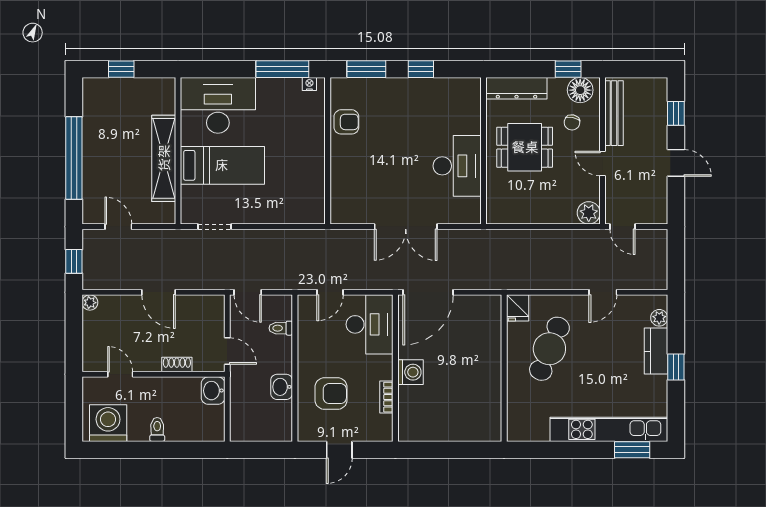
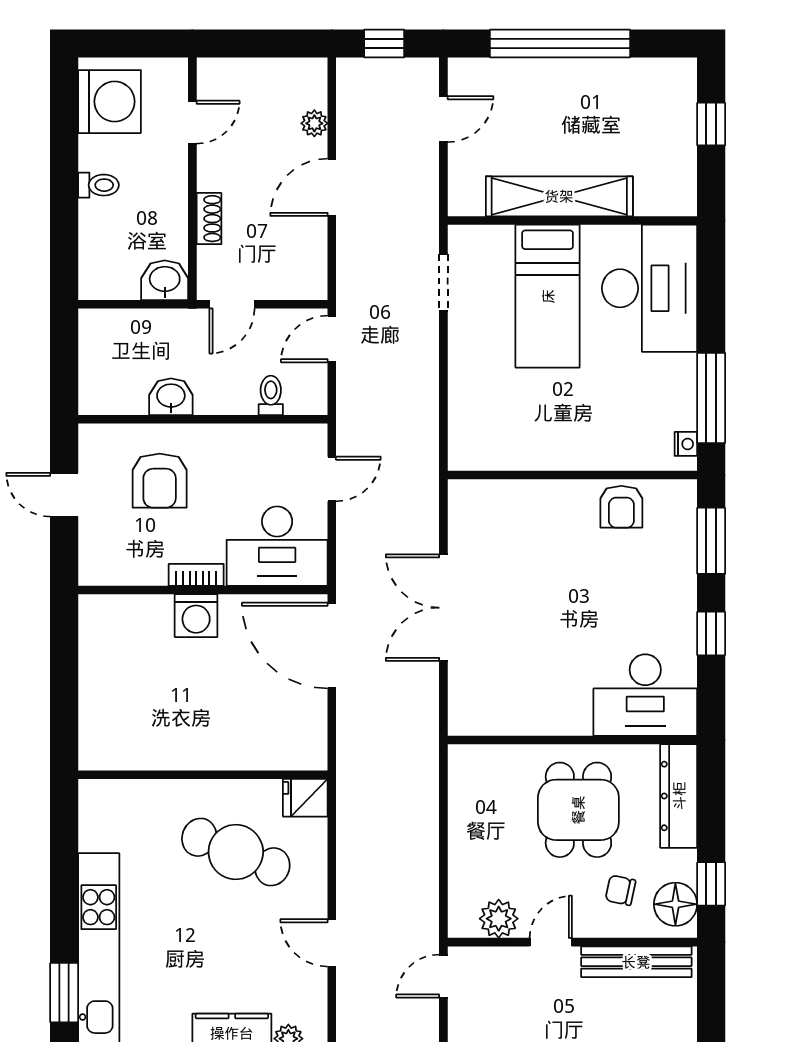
desk: (457, 166) -> (645, 695), moved
plant: (589, 213) -> (499, 919), moved
door: (330, 292) -> (332, 479), swing flipped
plant: (90, 303) -> (314, 123), moved
bookcase: (386, 397) -> (196, 575), moved

